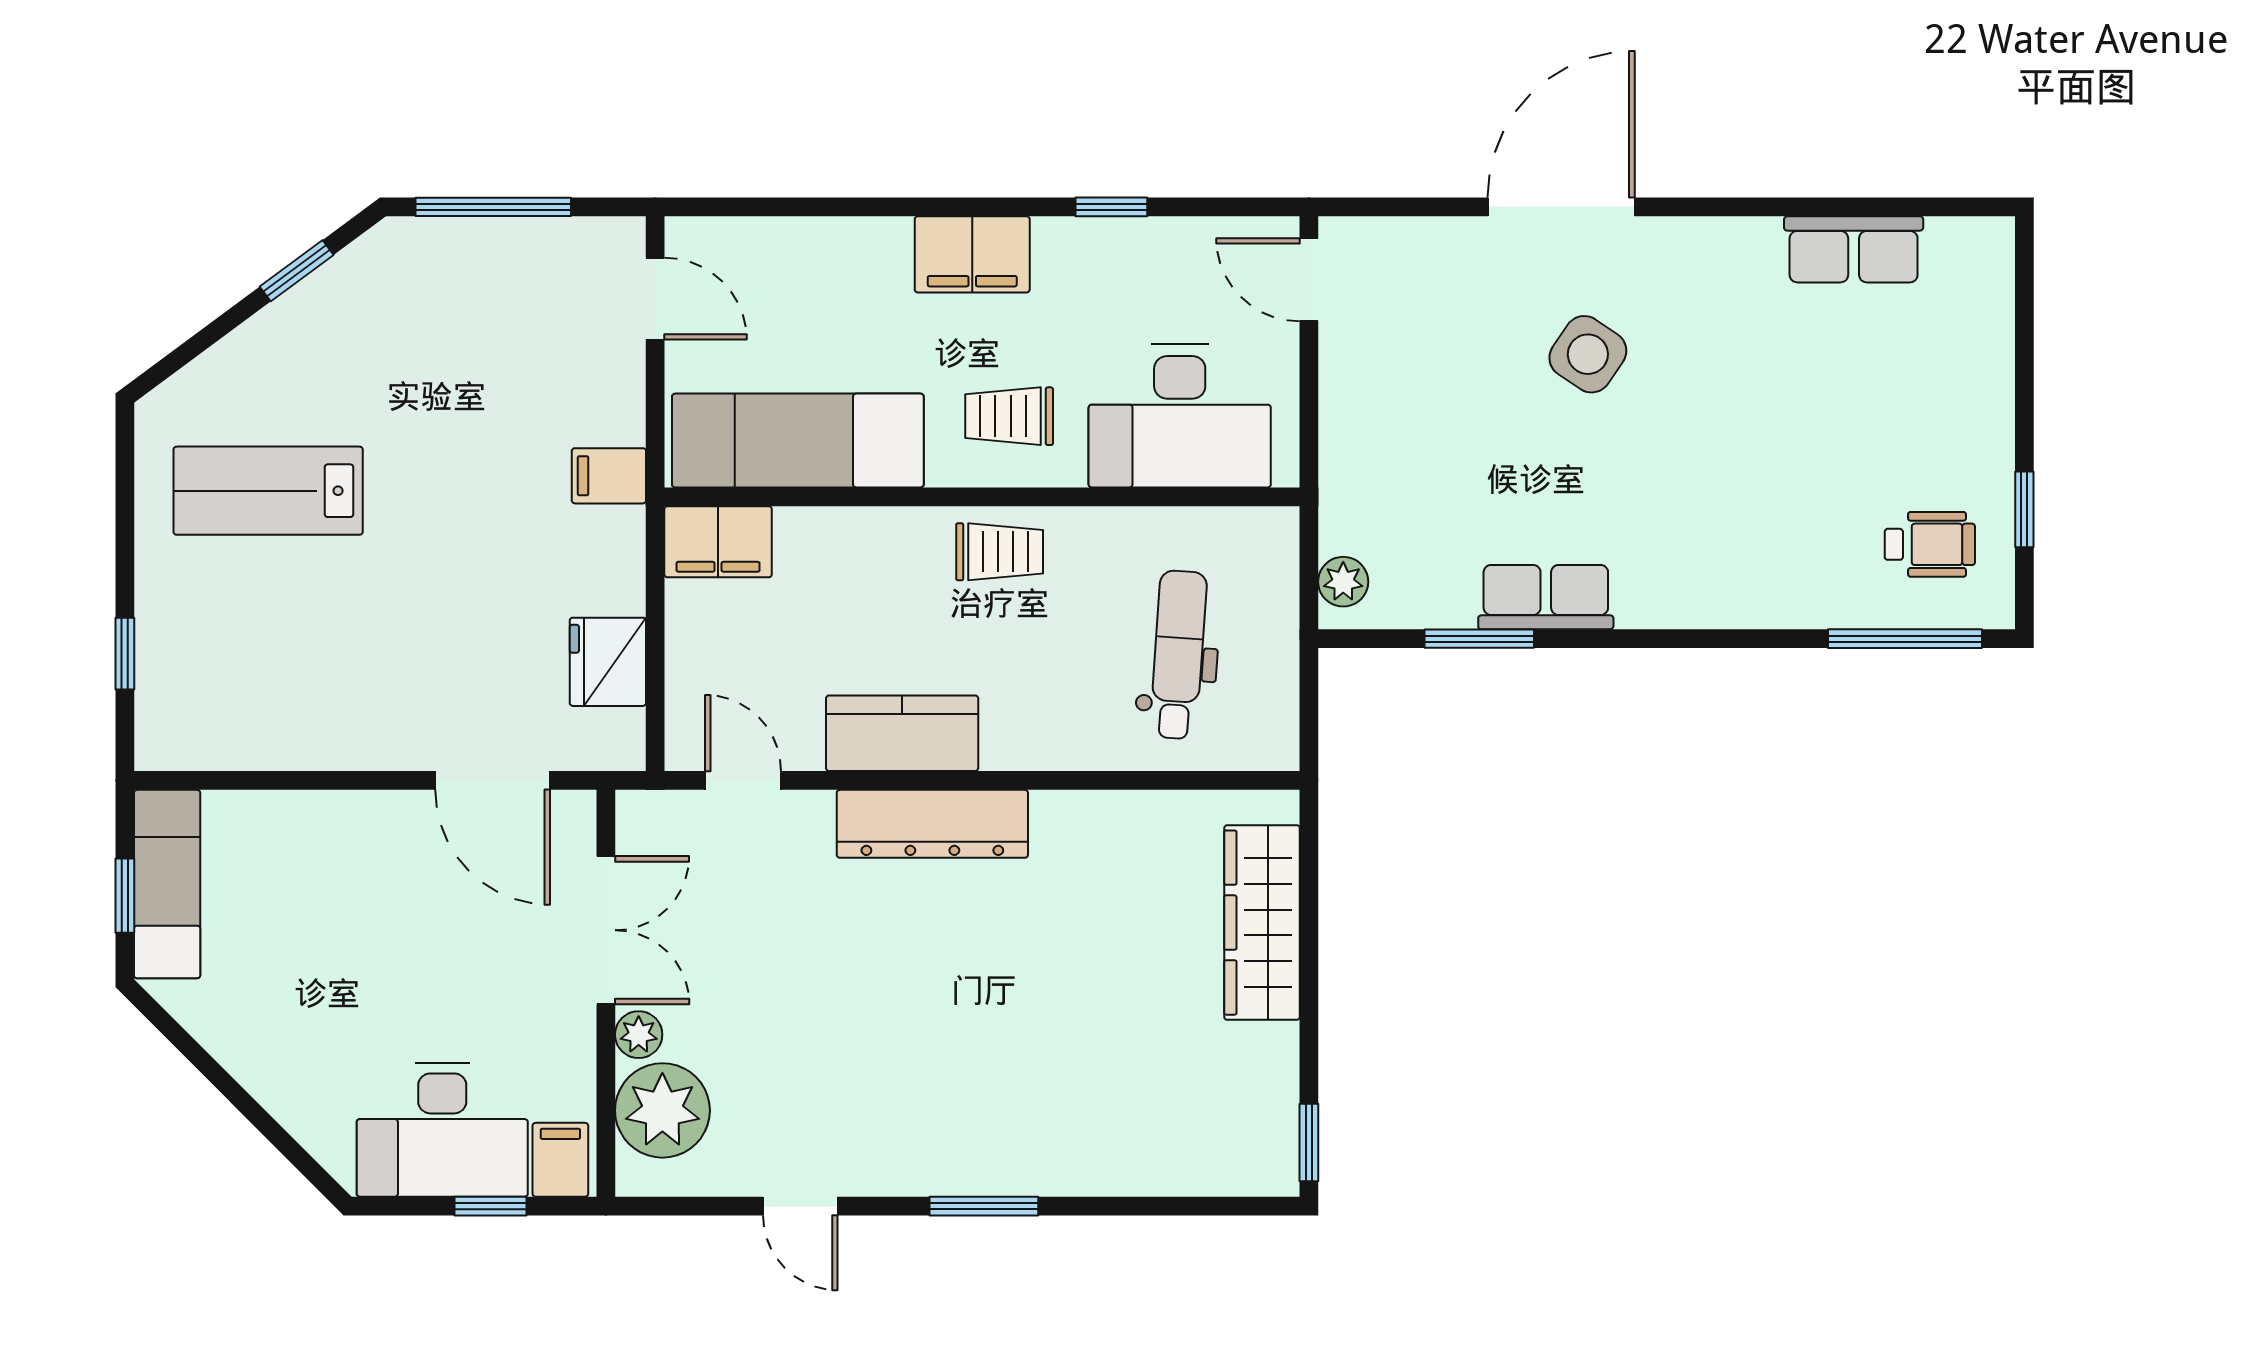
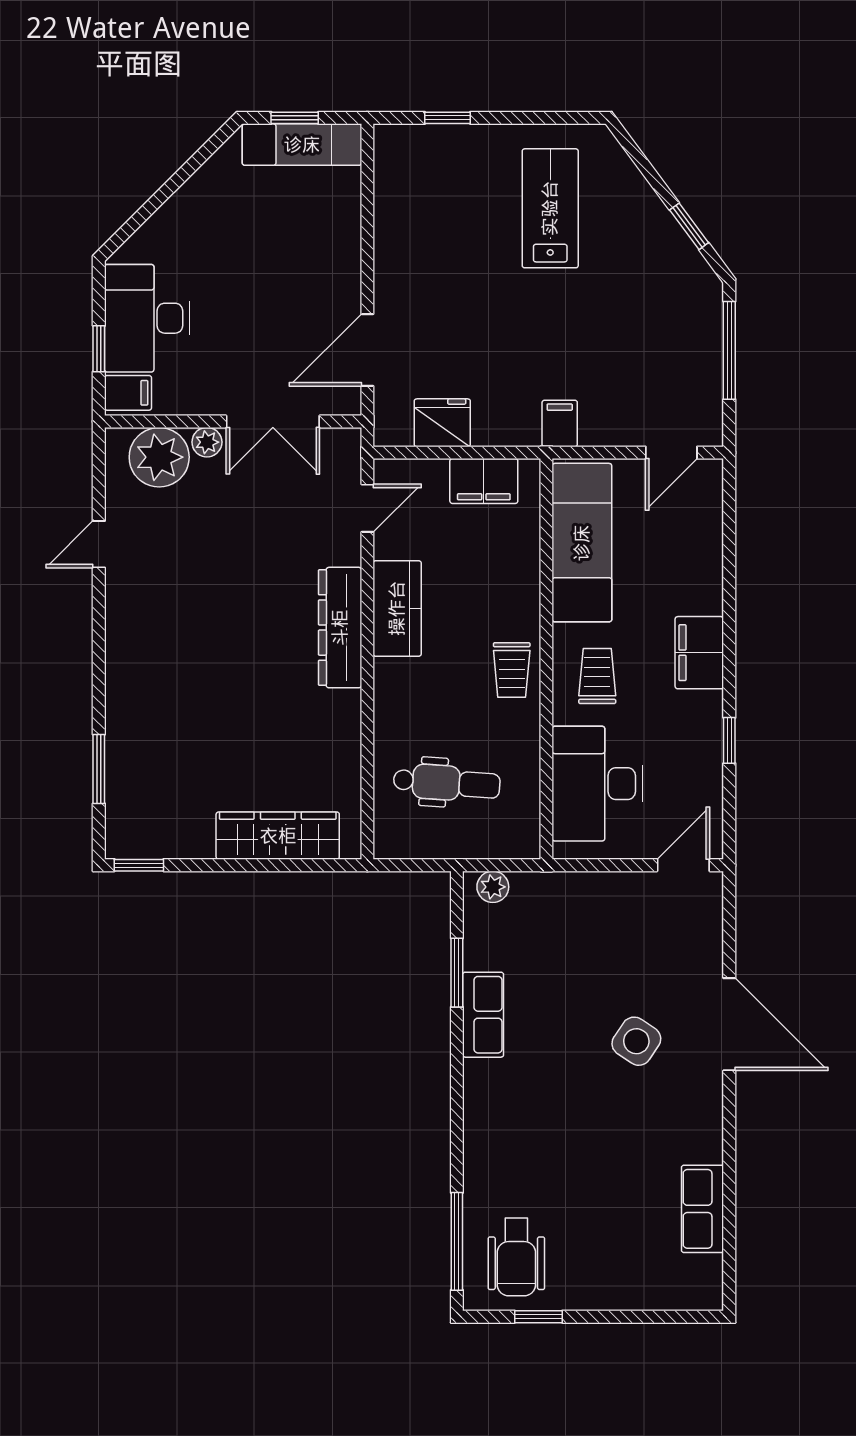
filing cabinet: (718, 542) -> (484, 481), moved, turned -90
wheelchair: (1930, 544) -> (516, 1257), width x1.36, depth x1.37
window: (984, 1206) -> (99, 769), moved

